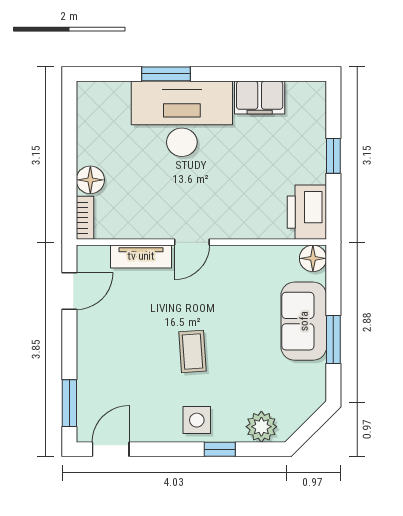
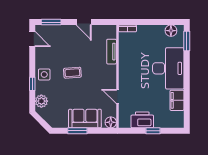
window: (166, 74) -> (187, 41), moved
floor lamp: (90, 180) -> (171, 31), moved
printer: (307, 212) -> (142, 120), moved
door: (192, 242) -> (117, 97), moved
door: (69, 291) -> (84, 22), moved

